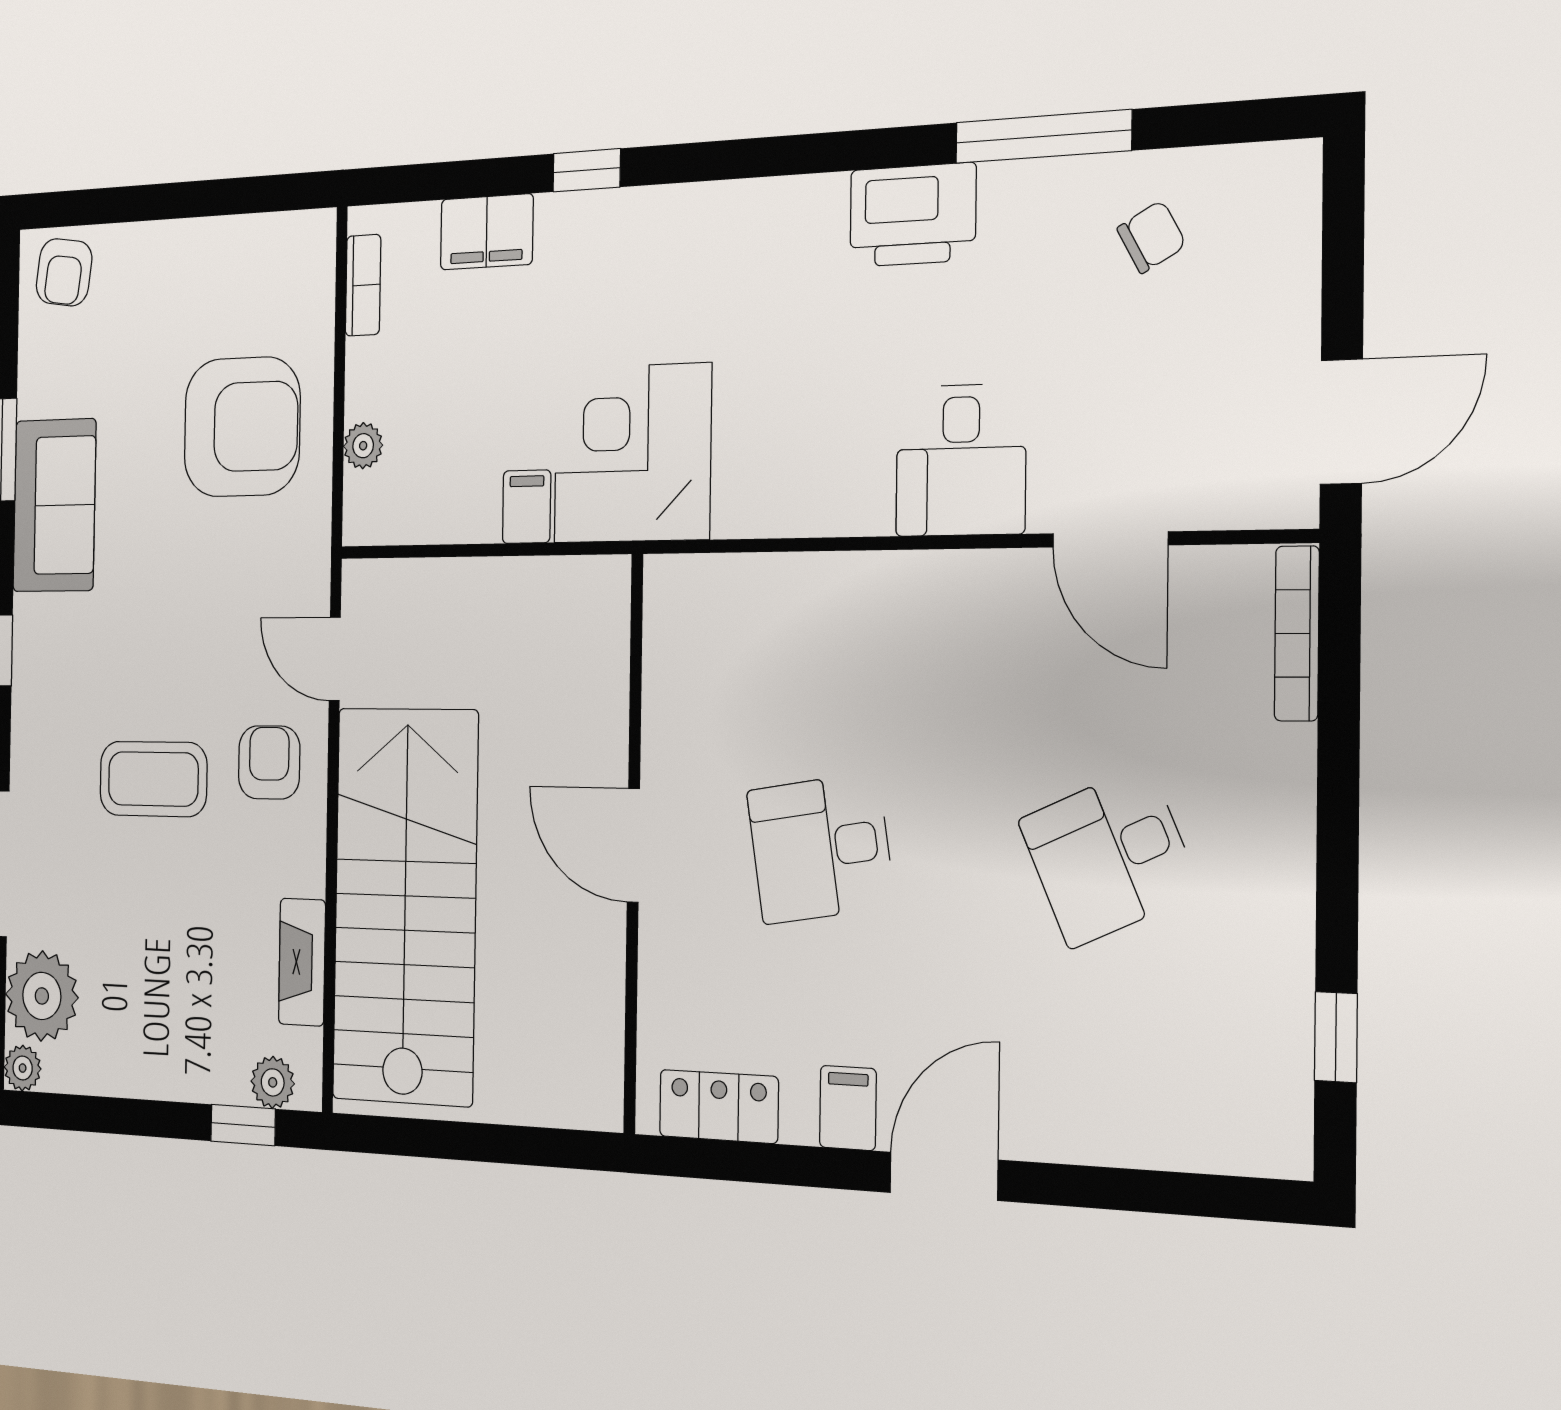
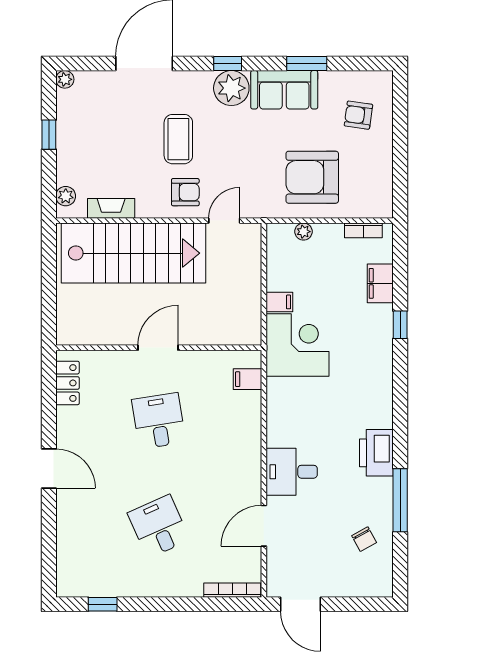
armchair: (64, 272) -> (358, 115), moved
armchair: (242, 427) -> (312, 177), turned 90
plant: (42, 996) -> (231, 88), moved
filing cabinet: (848, 1108) -> (247, 379), moved, turned 180
window: (243, 1125) -> (49, 135), moved

